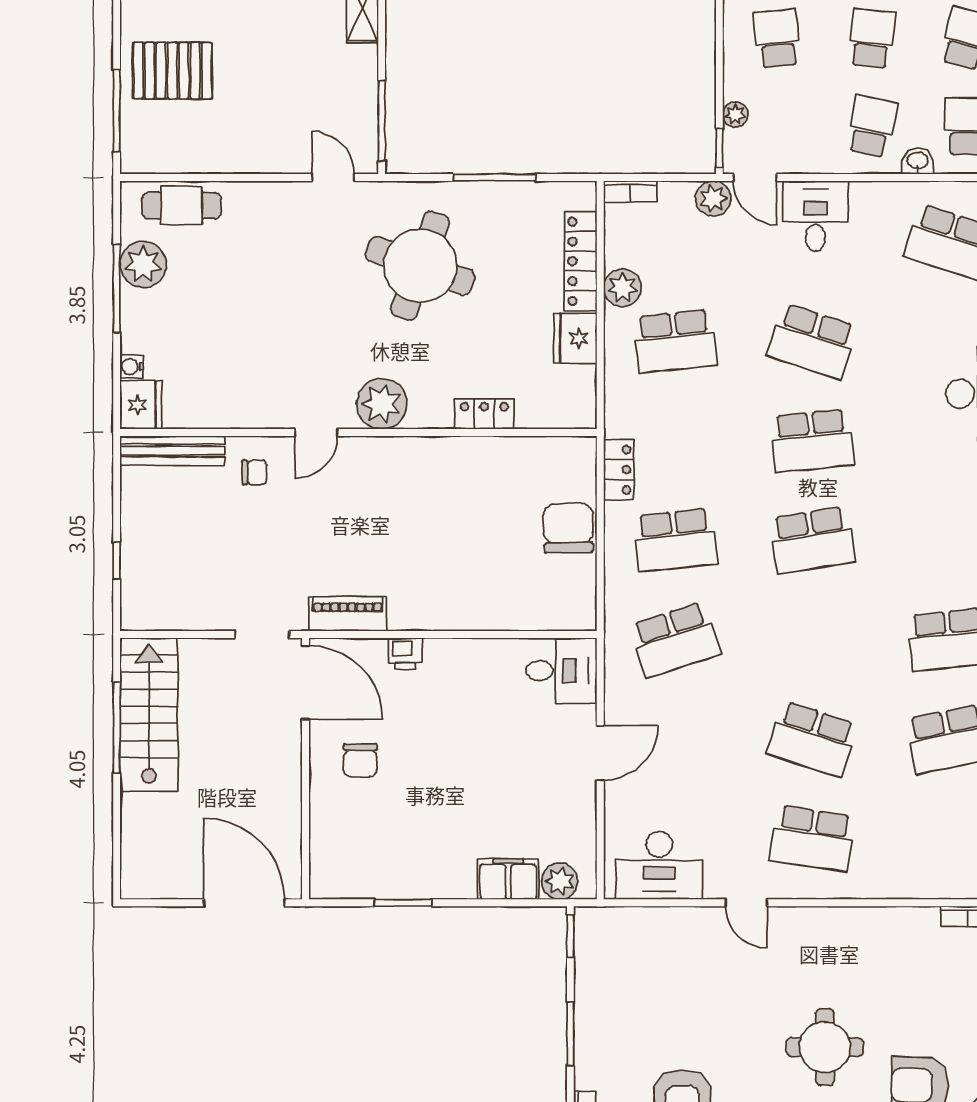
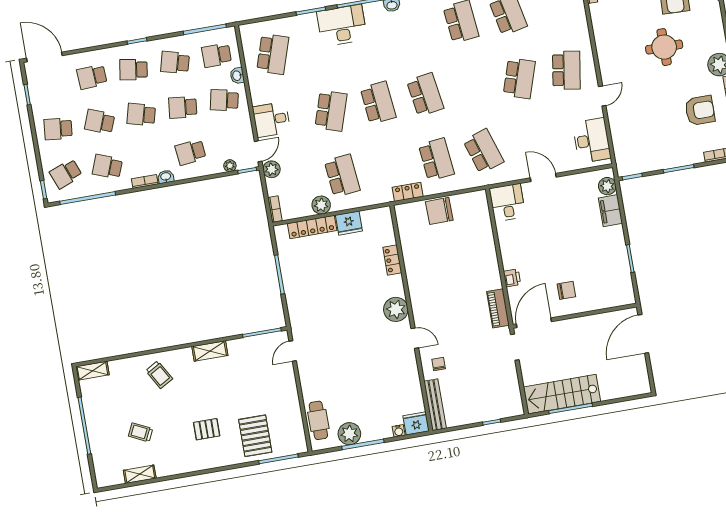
round table: (420, 266) -> (327, 303), removed

